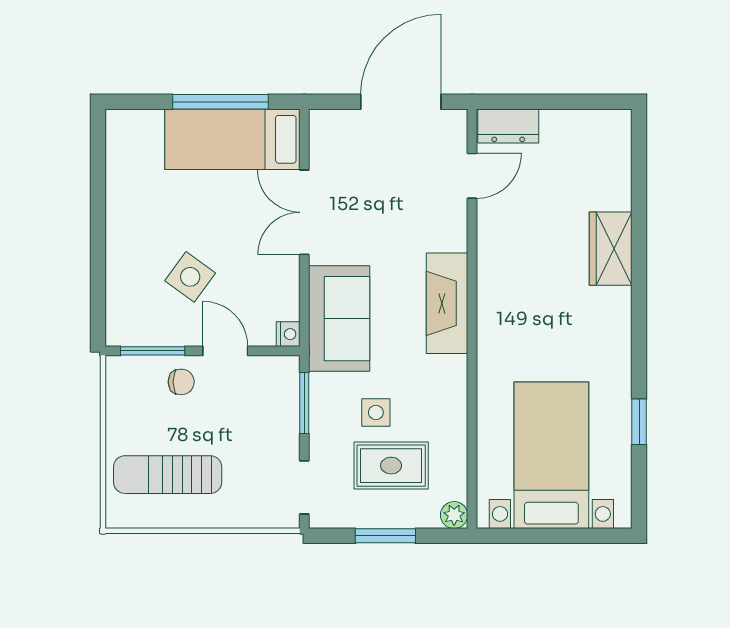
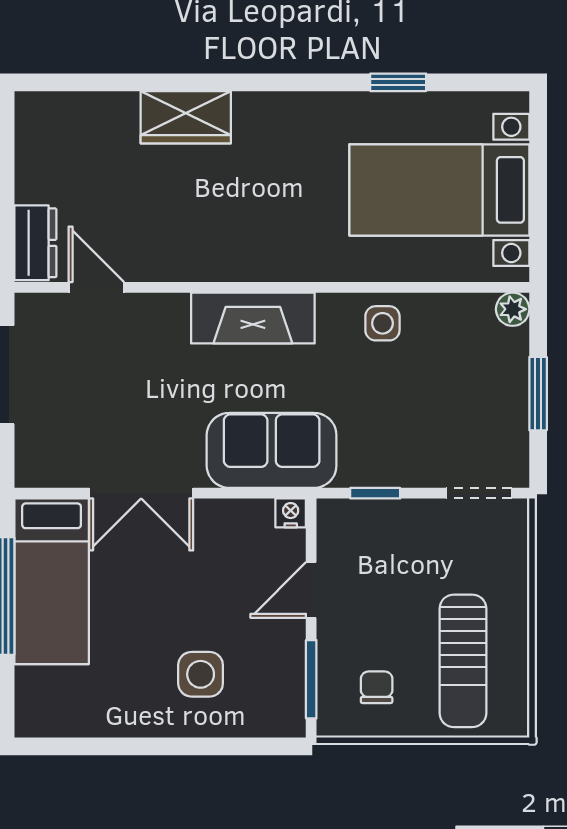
side table: (190, 277) -> (201, 674), moved, turned -36
chair: (181, 382) -> (377, 687), moved
window: (304, 403) -> (375, 493), width x0.67
side table: (376, 412) -> (382, 323), moved
rug: (391, 466) -> (452, 387), removed

